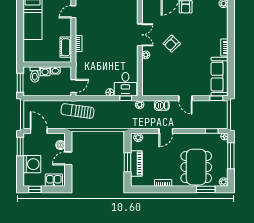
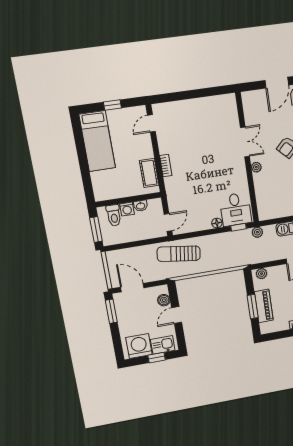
washing machine: (32, 164) -> (139, 346), moved, turned -90
window: (35, 189) -> (157, 358), moved

